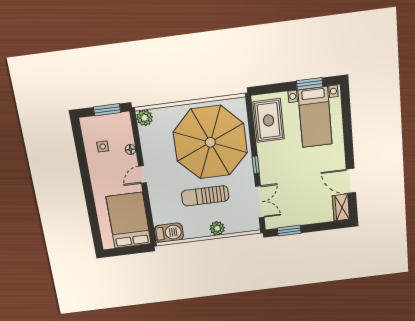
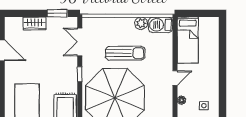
wardrobe: (341, 207) -> (35, 23), moved, turned 90
bed: (129, 220) -> (188, 40), width x0.67
plant: (217, 228) -> (141, 23), moved

